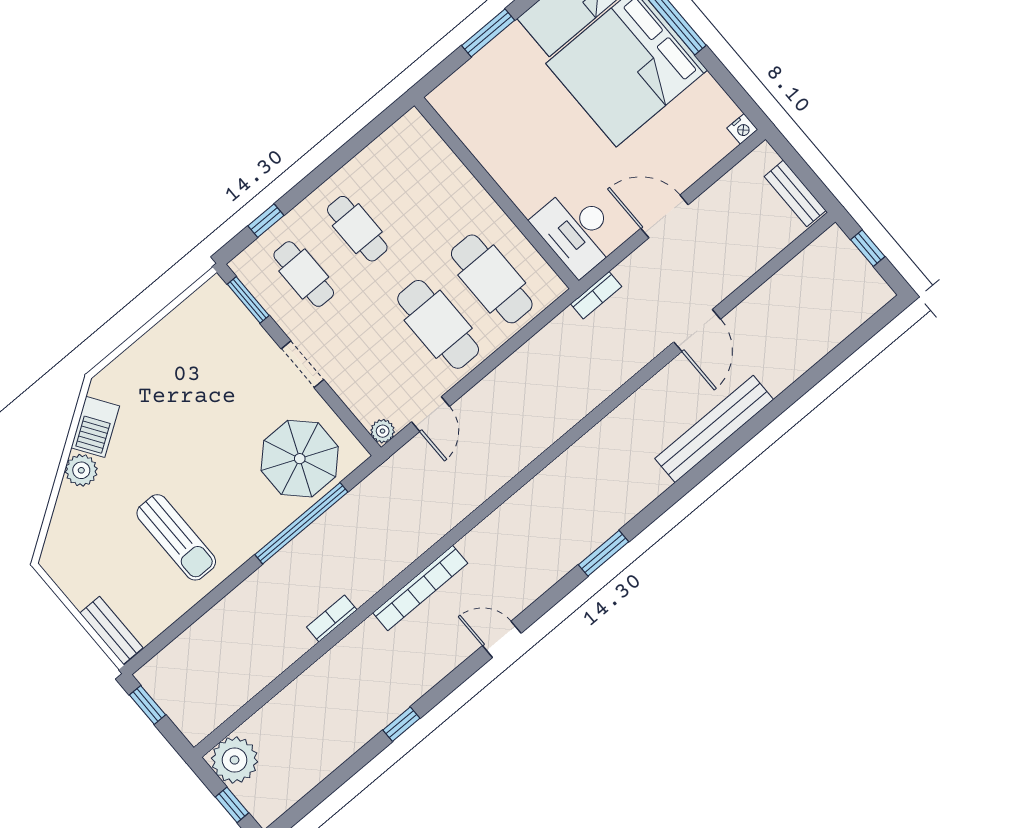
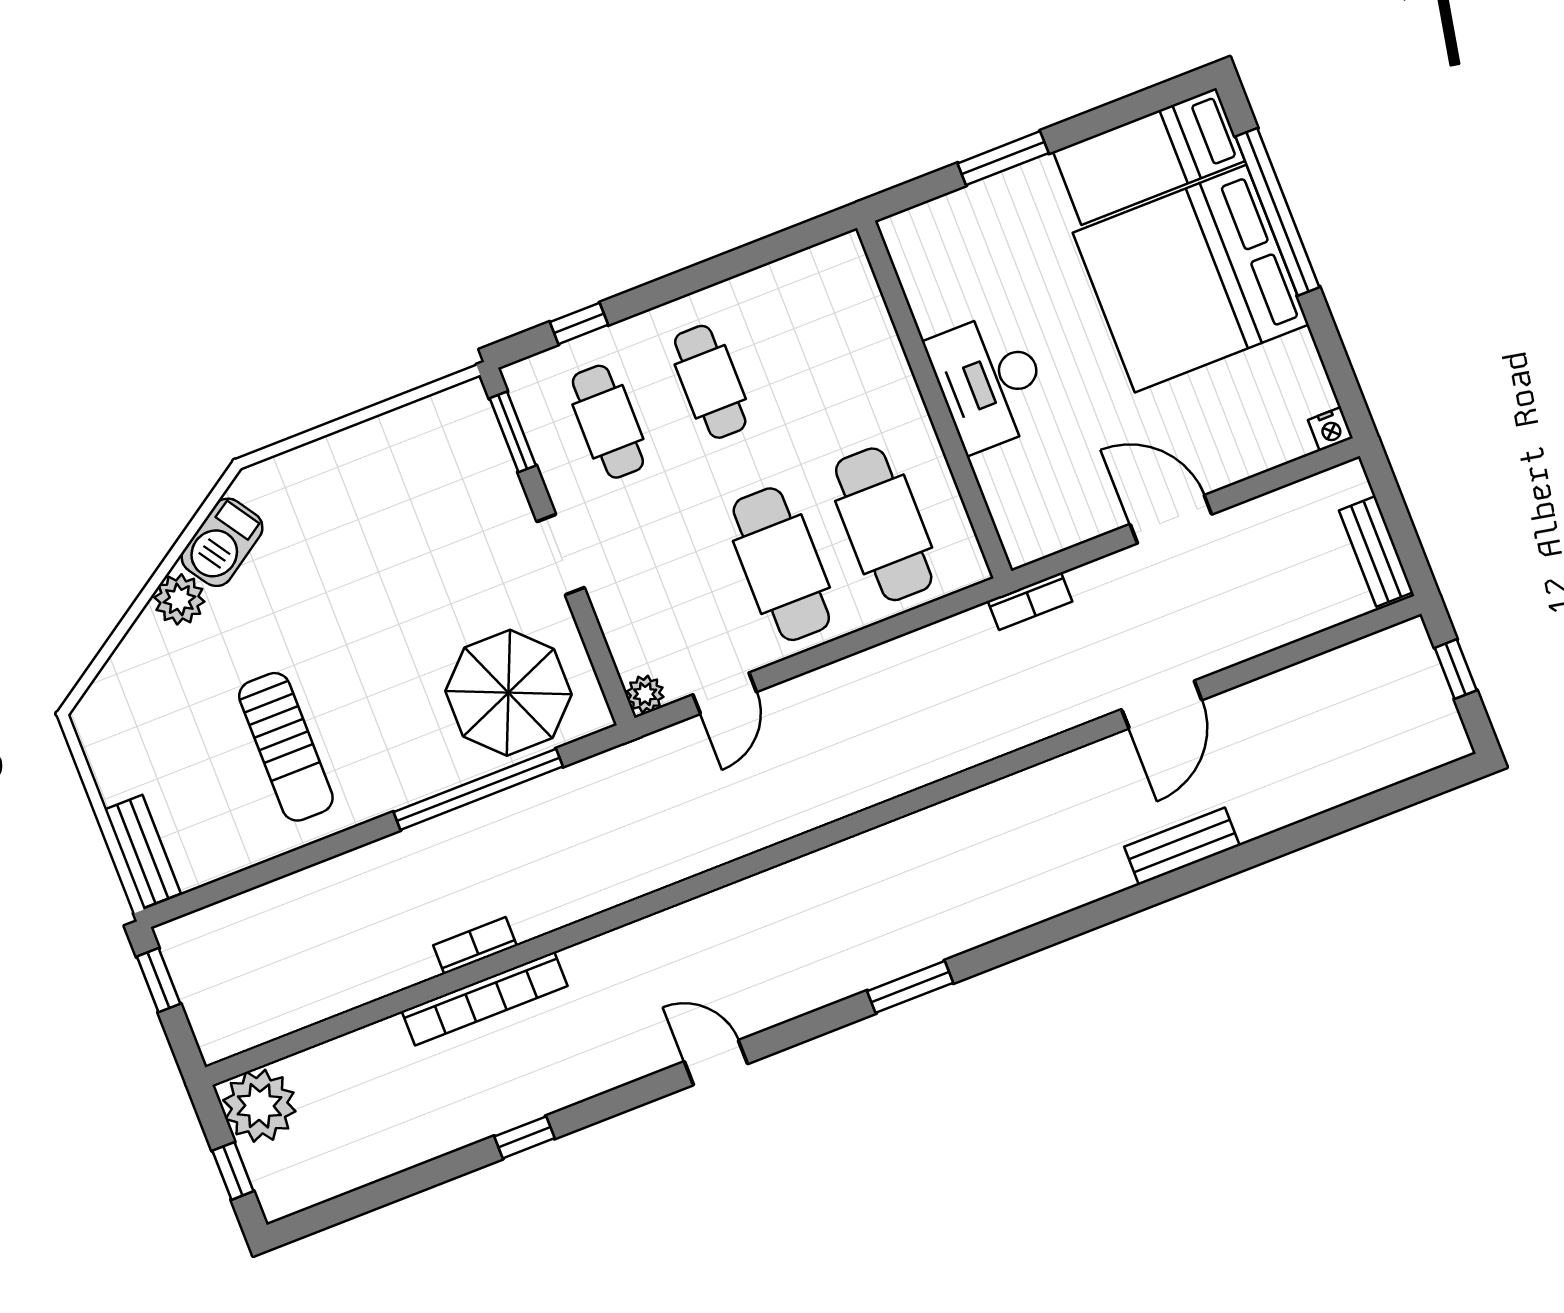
desk: (577, 231) -> (989, 381), moved
bench: (714, 429) -> (1182, 846), width x0.54, depth x0.82
bookcase: (420, 588) -> (485, 999), moved

